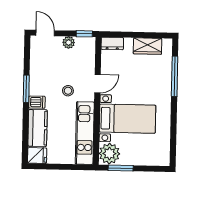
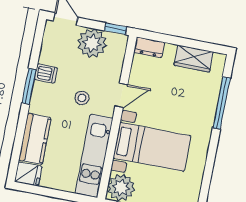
plant: (69, 42) -> (92, 43), width x1.88, depth x1.88
dishwasher: (37, 102) -> (46, 74), moved

